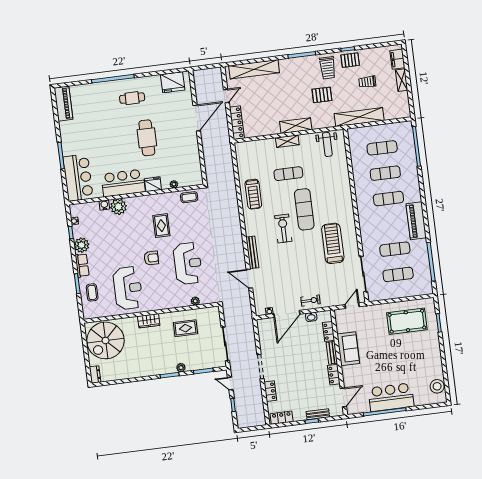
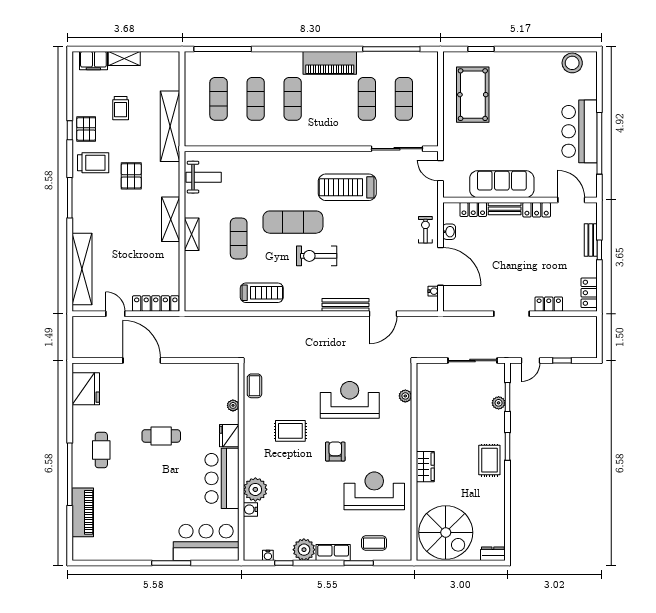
piano: (63, 104) -> (83, 512), moved, turned 90
cafe table: (147, 138) -> (161, 436), width x0.73, depth x0.74
rug: (185, 328) -> (489, 460), moved
sofa: (348, 349) -> (502, 184), width x1.36
plant: (181, 368) -> (499, 403), moved

